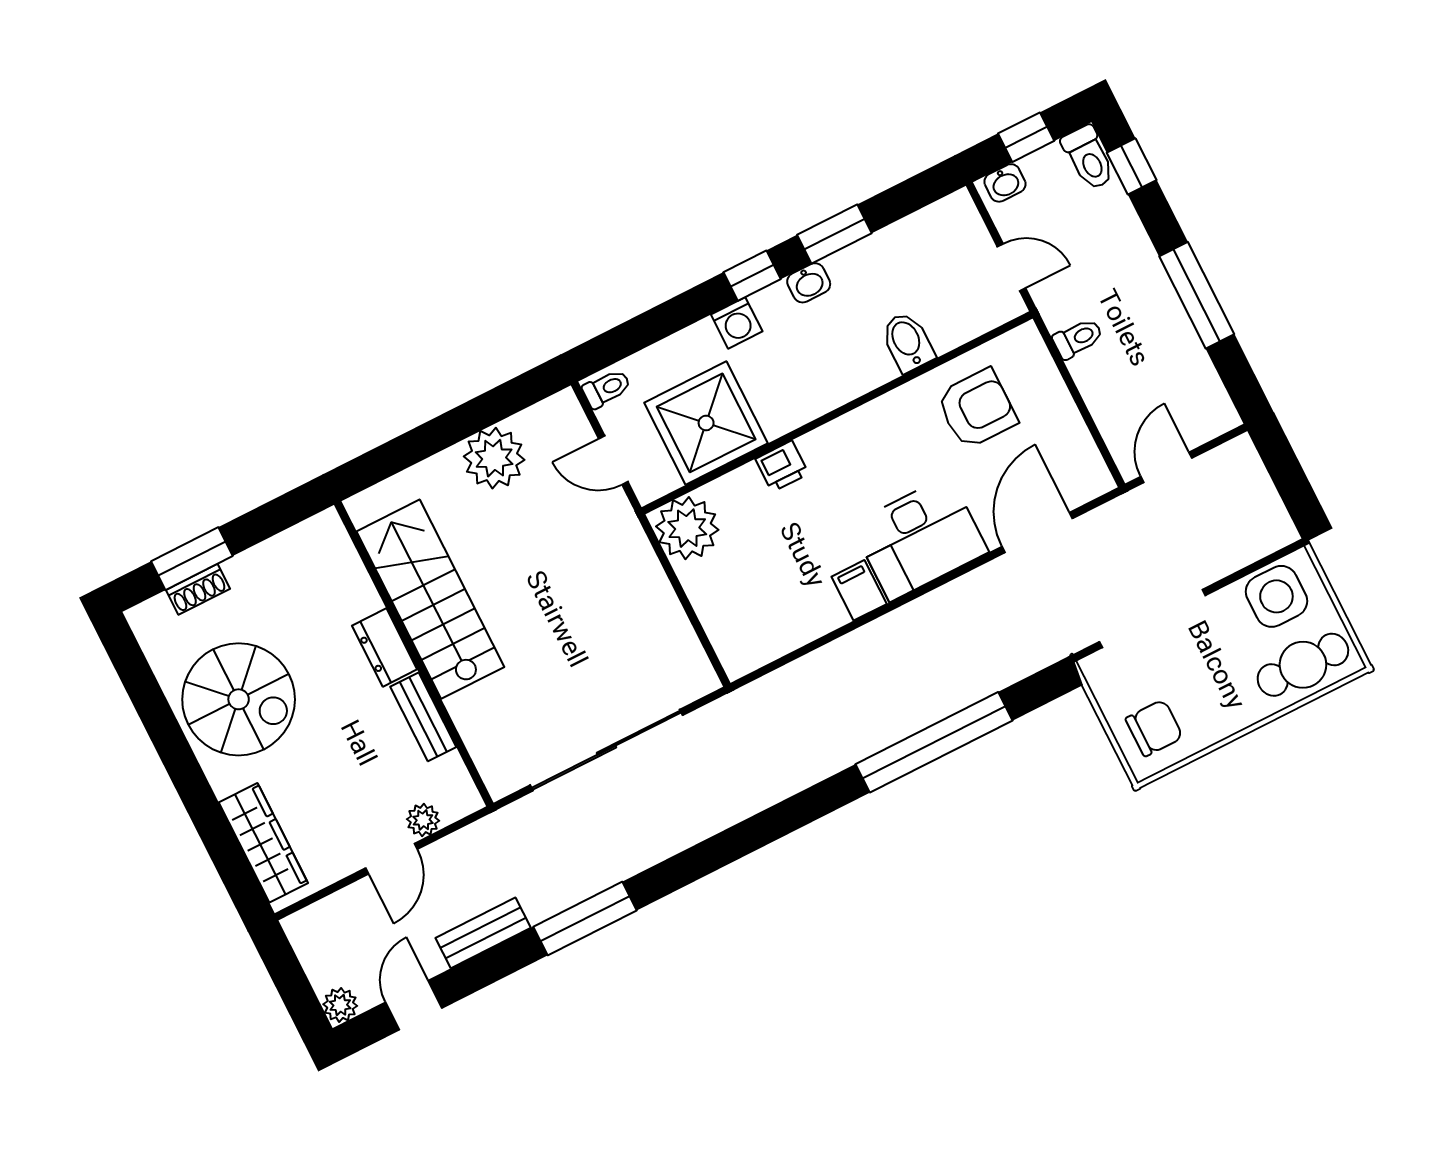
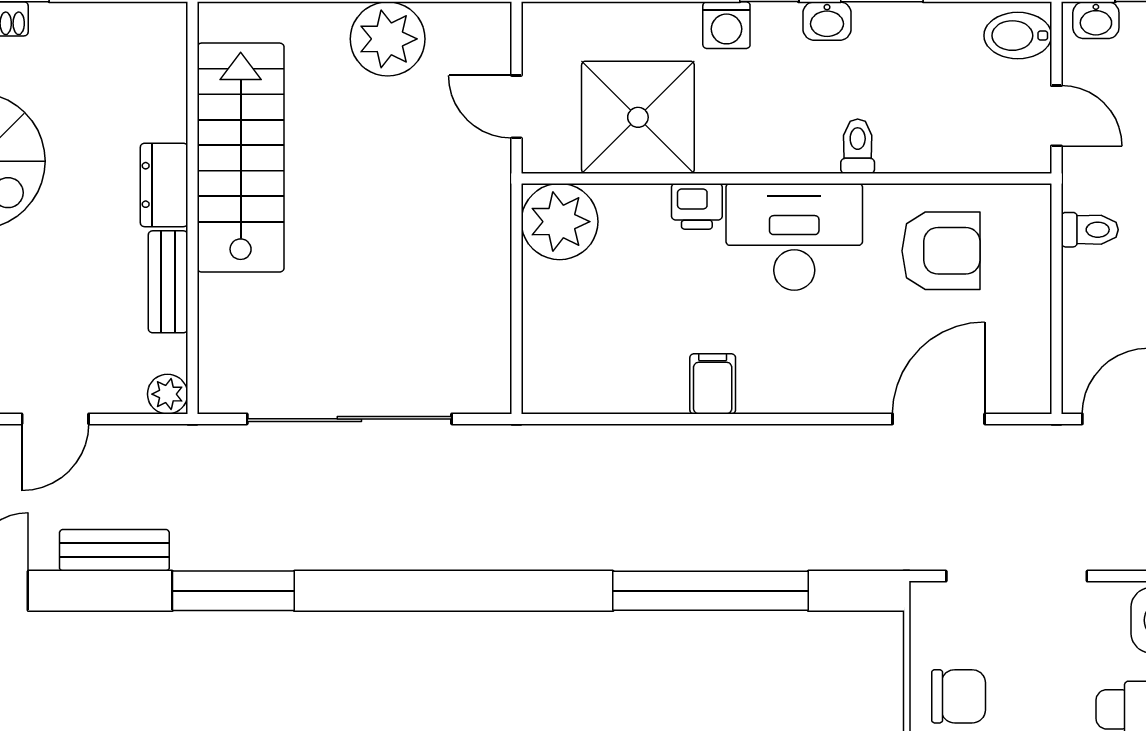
bidet: (908, 342) -> (1018, 36), moved, turned -90
toilet: (607, 388) -> (858, 146), moved, turned -90
desk: (920, 538) -> (794, 237), moved, turned 180
plant: (423, 820) -> (168, 394), moved

